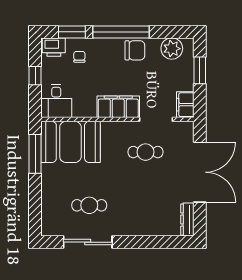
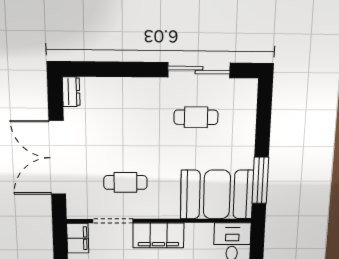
dresser: (187, 220) -> (71, 92), width x0.70

